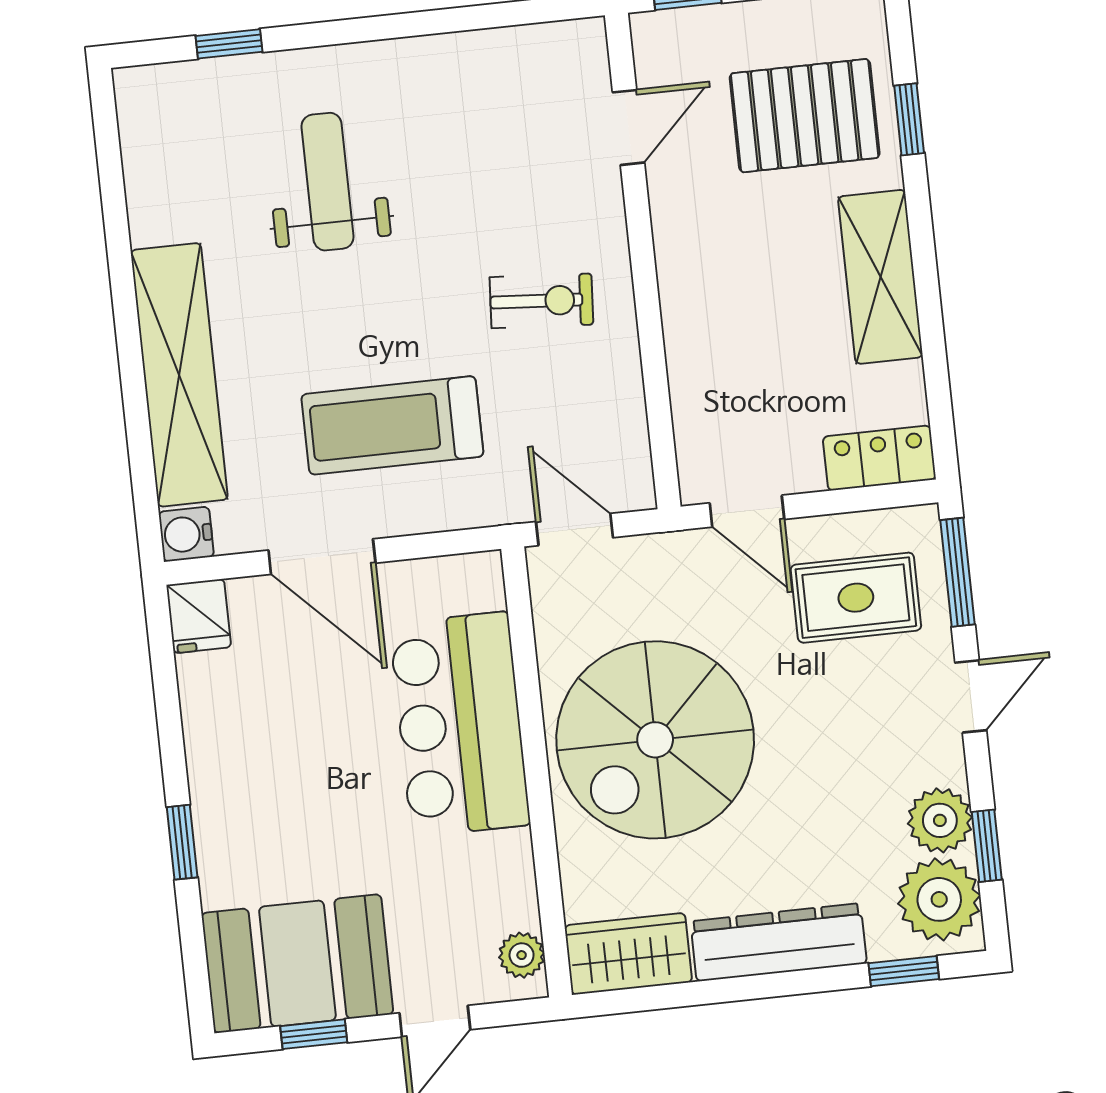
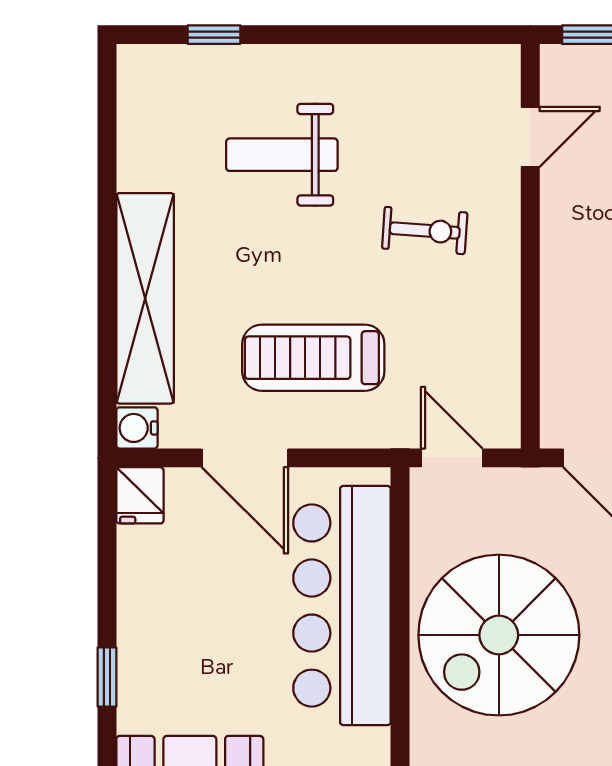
weight bench: (328, 182) -> (282, 155), turned -90
exercise bike: (541, 301) -> (425, 231), moved
bar counter: (460, 724) -> (342, 606), width x1.36

